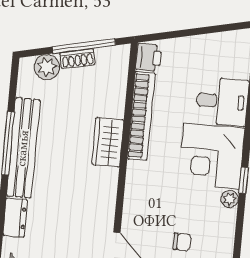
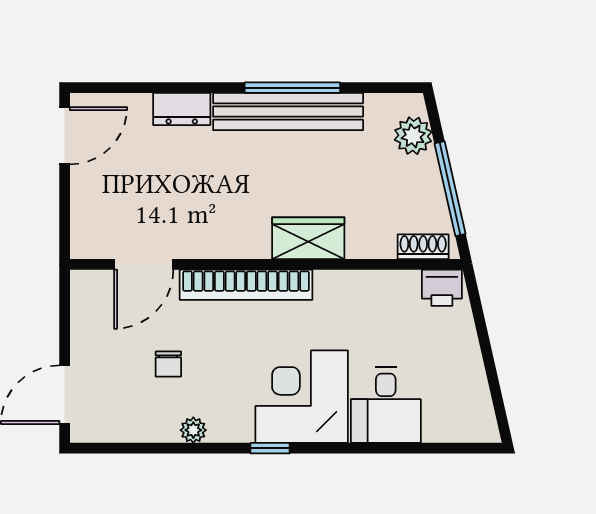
shoe rack: (77, 59) -> (423, 247), moved, turned 103
bookcase: (141, 116) -> (246, 285), moved
plant: (230, 199) -> (193, 430), moved

